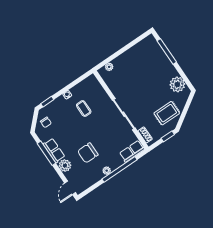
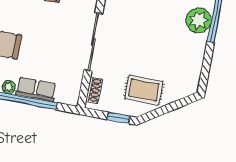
plant: (177, 84) -> (198, 20), moved
row of seats: (132, 151) -> (36, 89), moved

